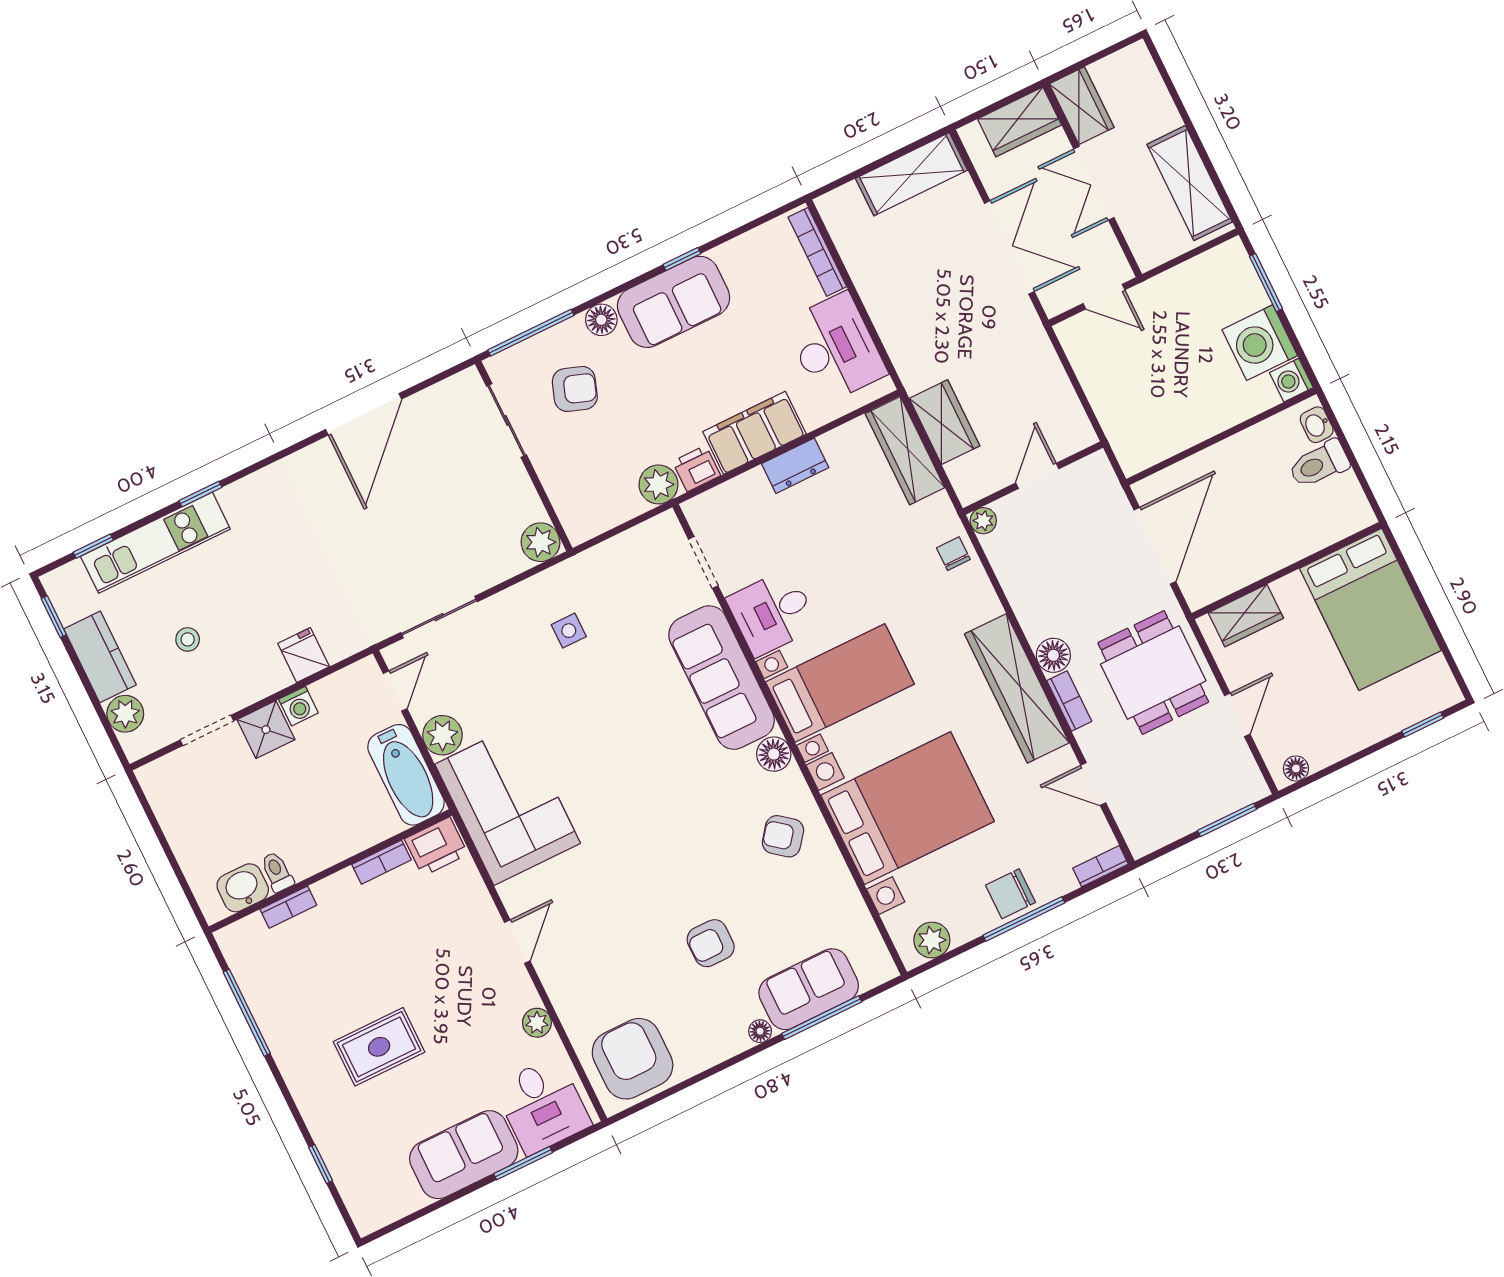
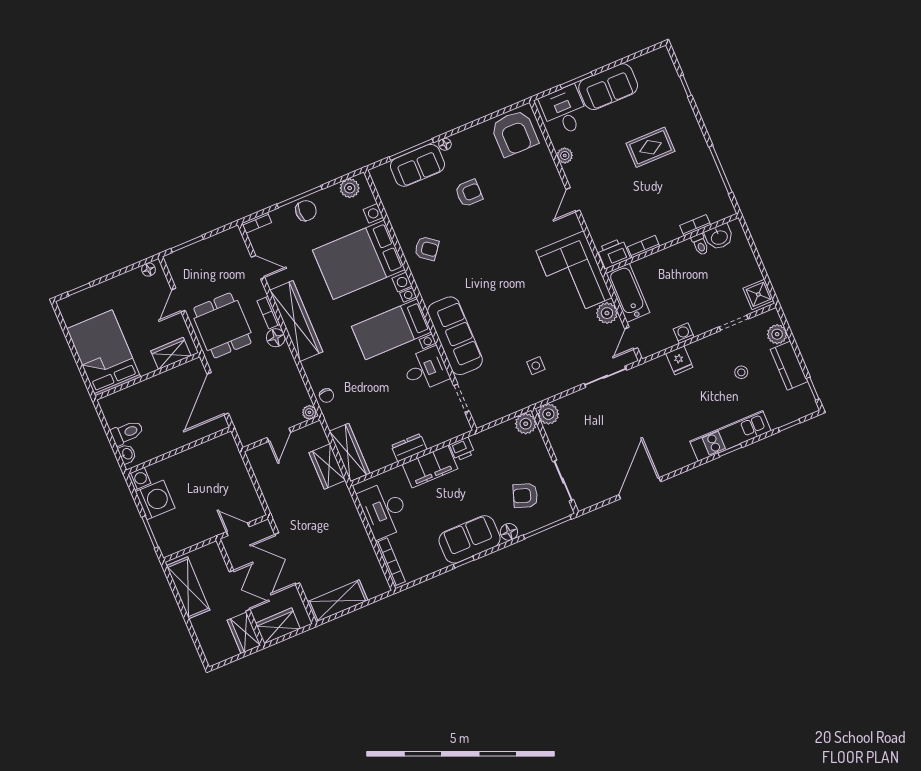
plant: (659, 484) -> (526, 424), moved
kitchen unit: (155, 543) -> (730, 436), moved
shower: (266, 730) -> (758, 294), moved
floor lamp: (774, 754) -> (429, 293), removed

